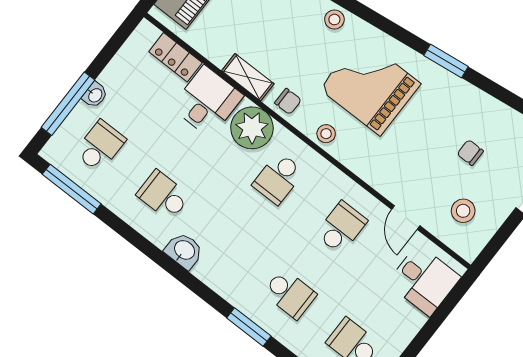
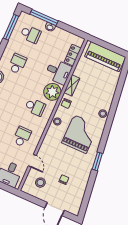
school desk: (278, 178) -> (35, 107), turned 180
door: (406, 218) -> (32, 161), swing flipped
school desk: (341, 228) -> (22, 137), turned -90

